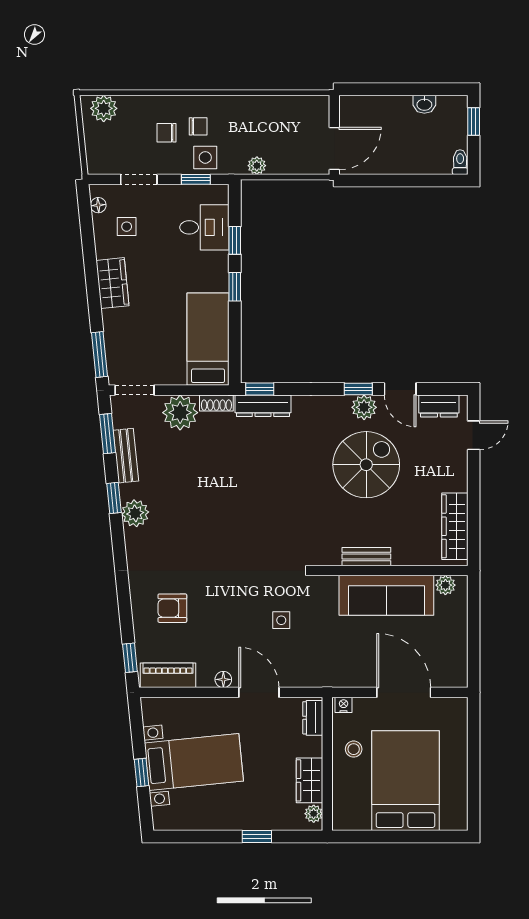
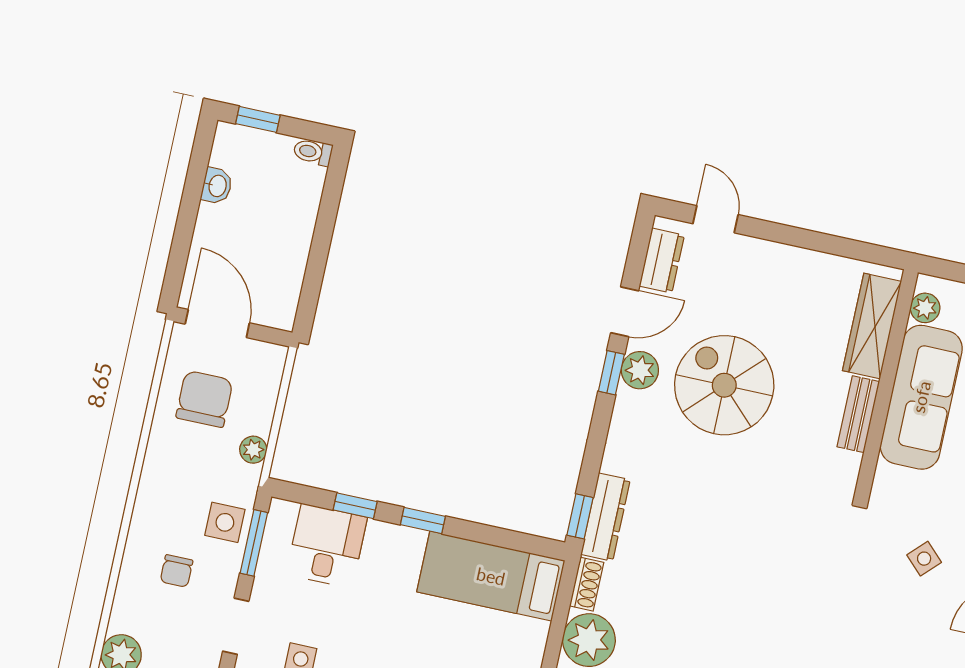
chair: (198, 126) -> (204, 399), moved, width x1.87, depth x1.87
door: (334, 148) -> (217, 324), moved
window: (196, 179) -> (254, 543), width x1.50
wardrobe: (455, 526) -> (872, 326), moved, turned 90
side table: (281, 620) -> (924, 559), turned 45

